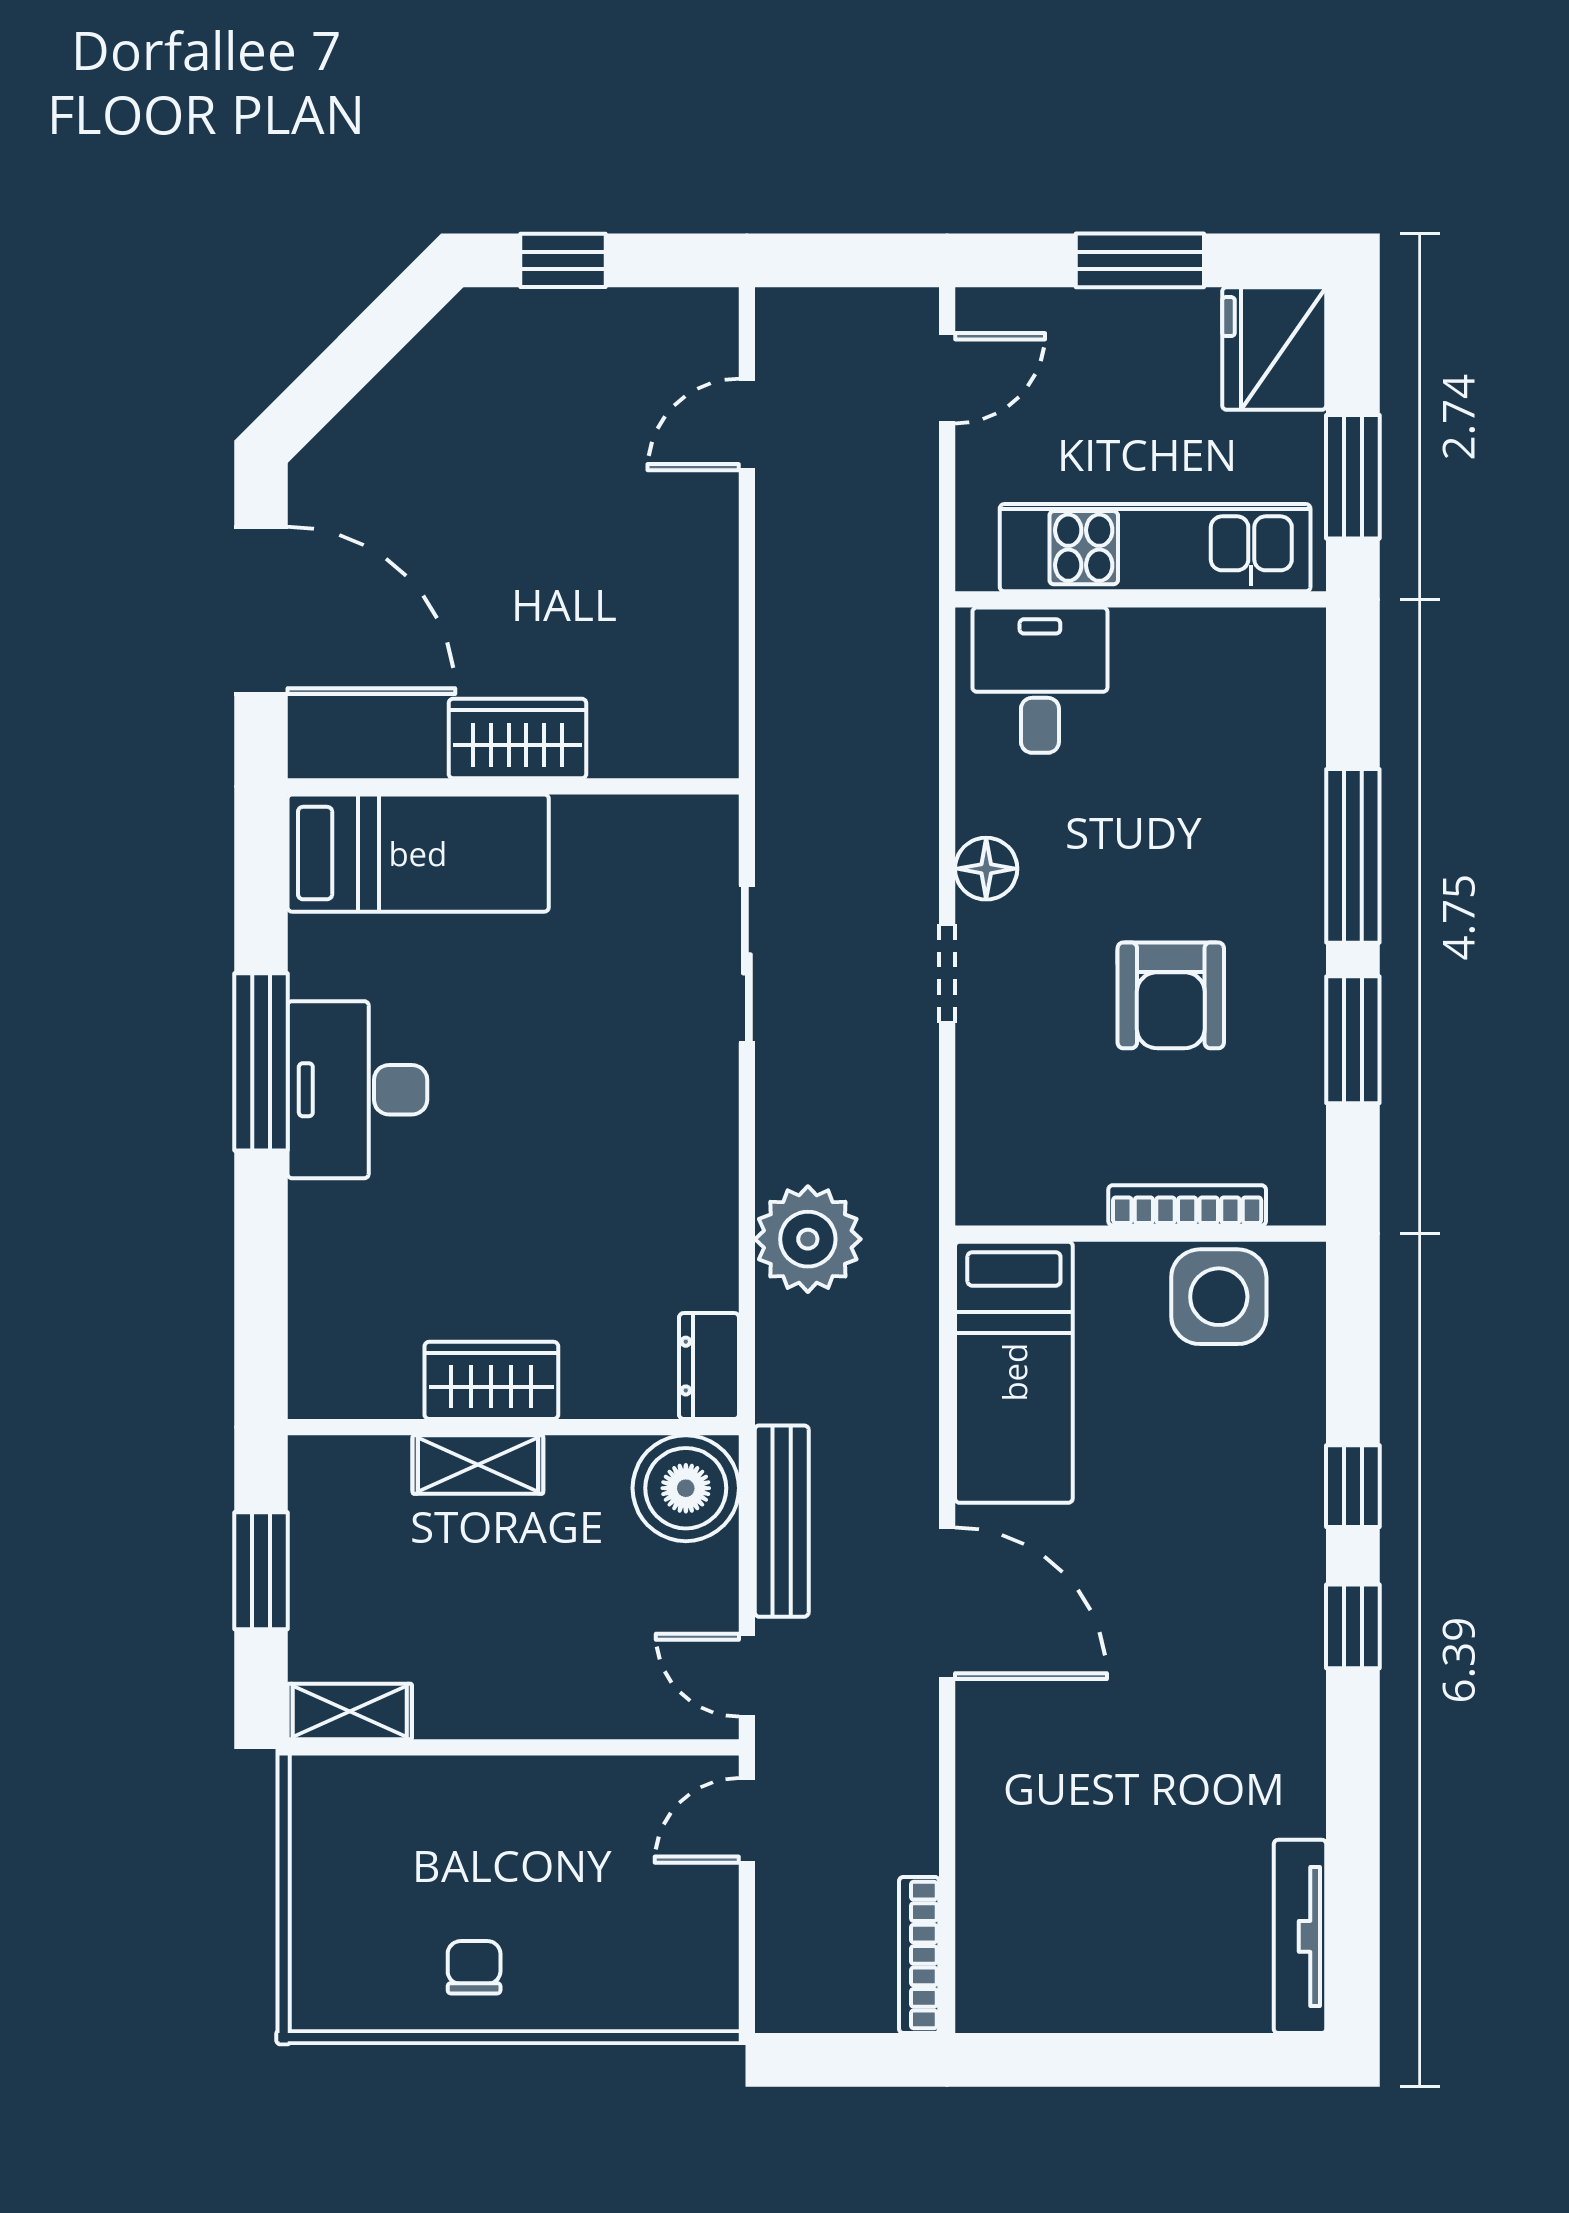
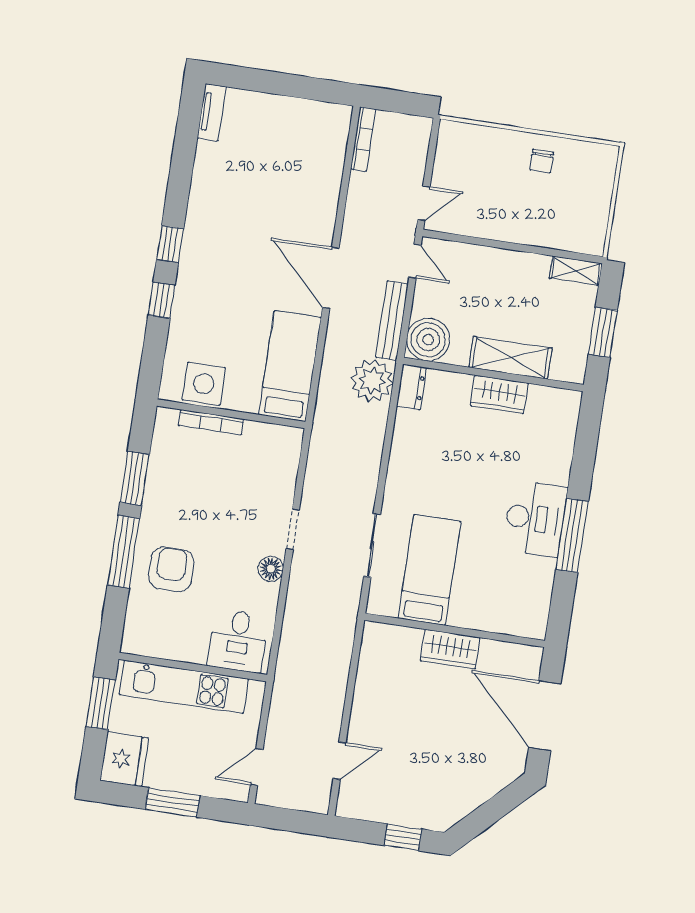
bed: (418, 853) -> (429, 570), moved, turned 90
armchair: (1171, 995) -> (171, 569), moved
plant: (808, 1239) -> (372, 381), moved
shelving: (478, 1464) -> (510, 358), width x1.50, depth x1.33
tv unit: (1300, 1936) -> (212, 112), width x0.71

